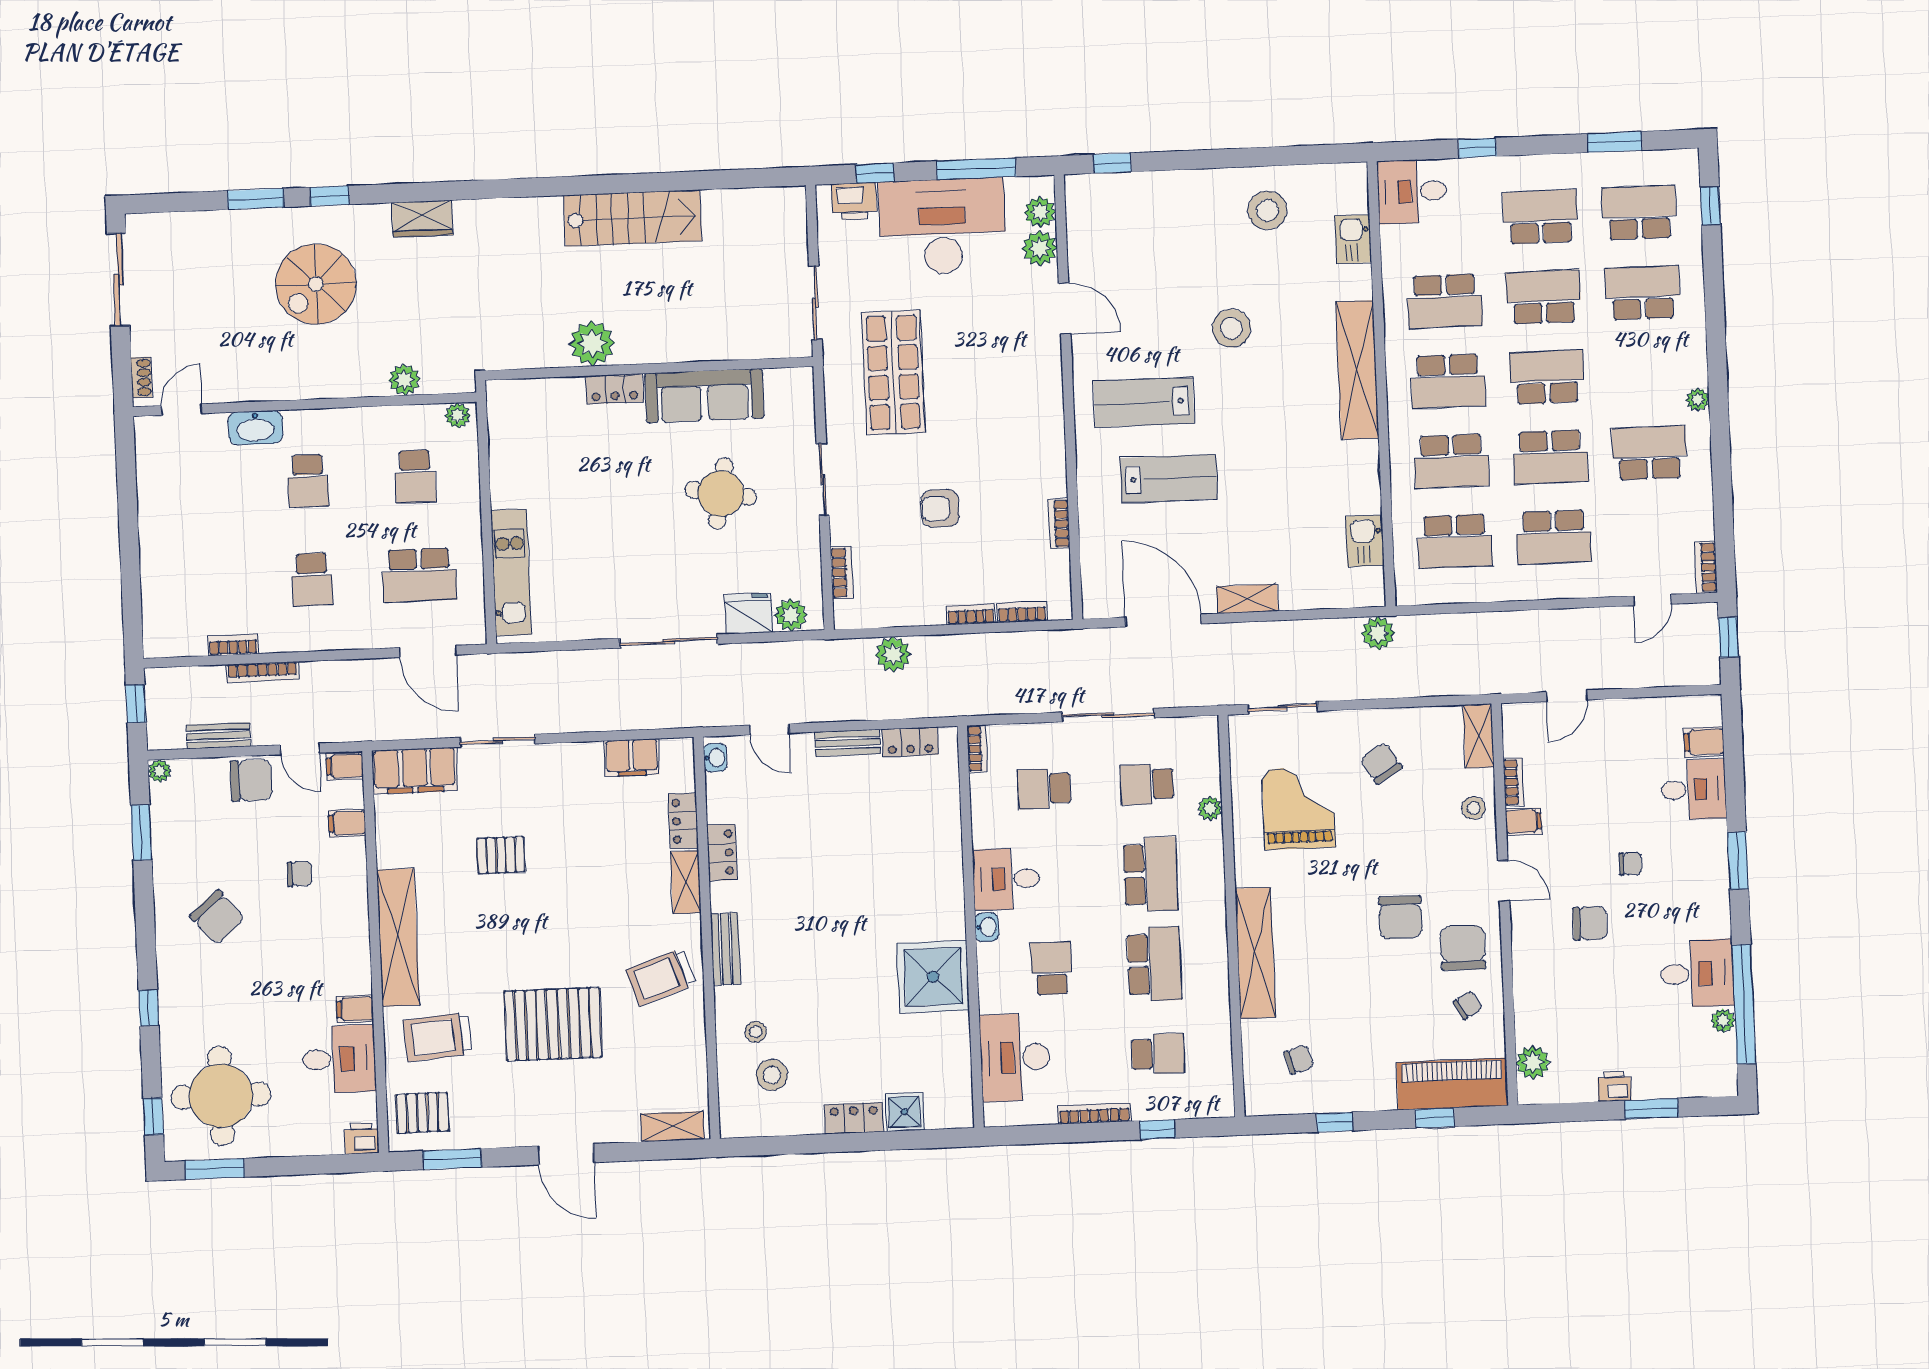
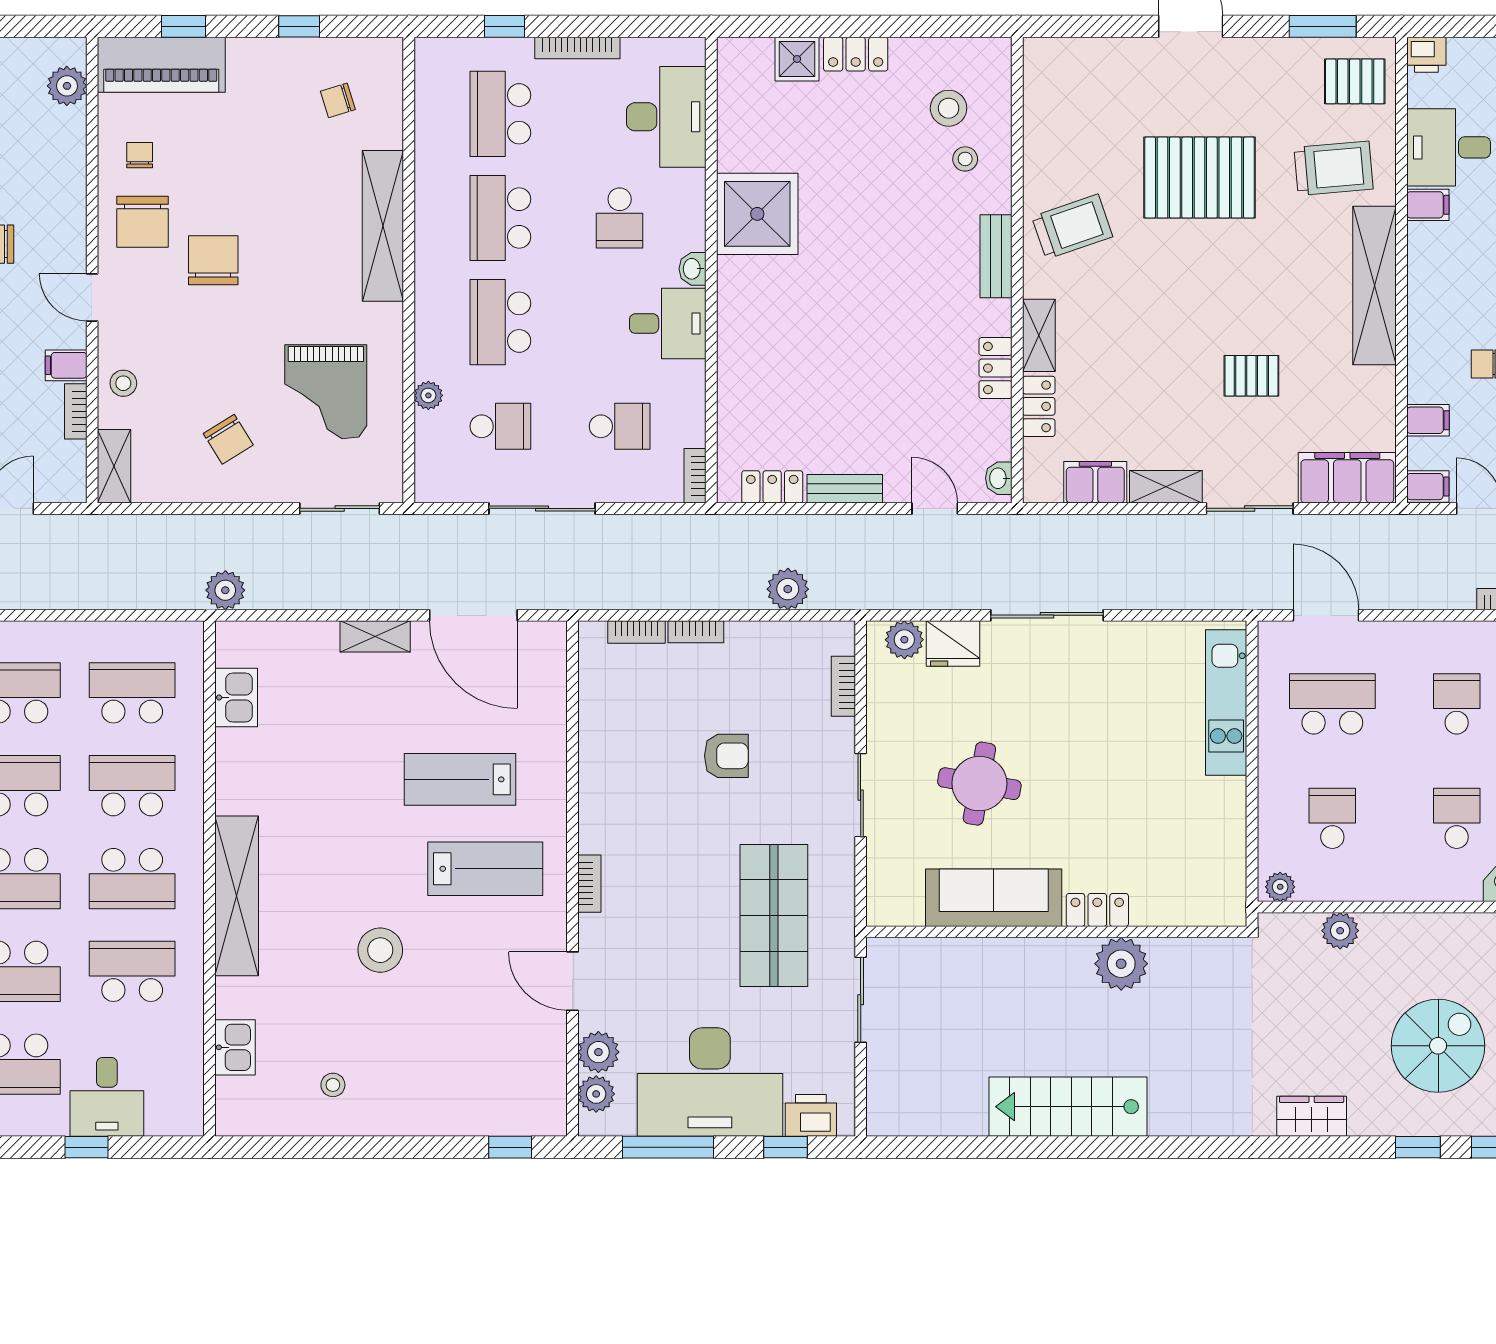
desk: (1412, 191) -> (107, 1097), moved, turned 90
stool: (1267, 210) -> (333, 1085), width x0.53, depth x0.53
school desk: (1448, 381) -> (132, 879), turned 180
bookcase: (1059, 524) -> (589, 884), moved
chair: (1468, 1005) -> (140, 155), turned 120
school desk: (1158, 1054) -> (500, 114), width x1.85
shelving: (672, 1126) -> (1166, 487), moved

